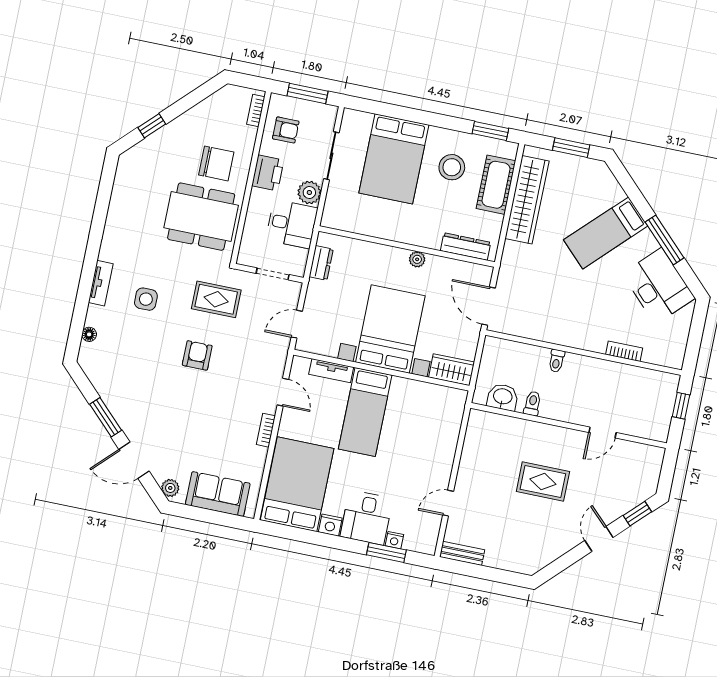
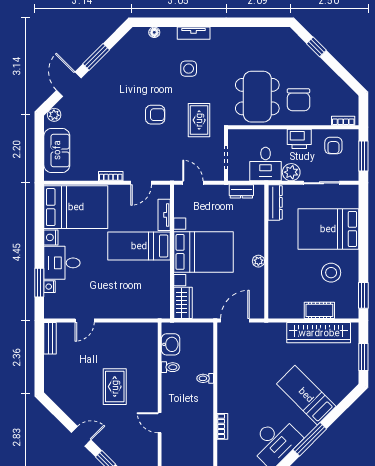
cot: (496, 185) -> (319, 310), width x0.73, depth x0.75
dresser: (466, 247) -> (275, 202), moved
door: (448, 503) -> (85, 320), swing flipped

